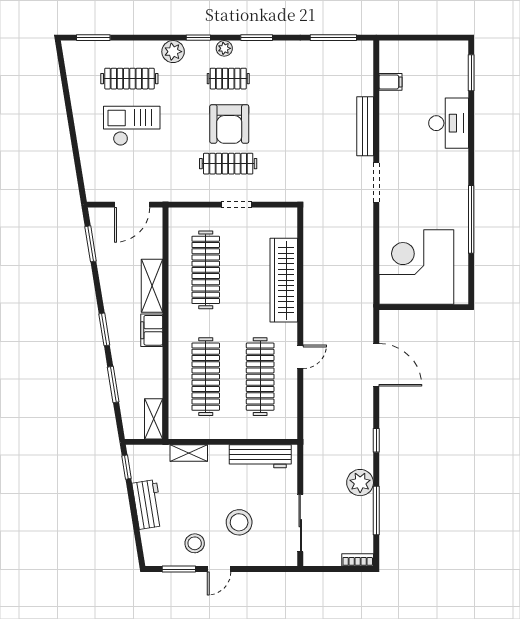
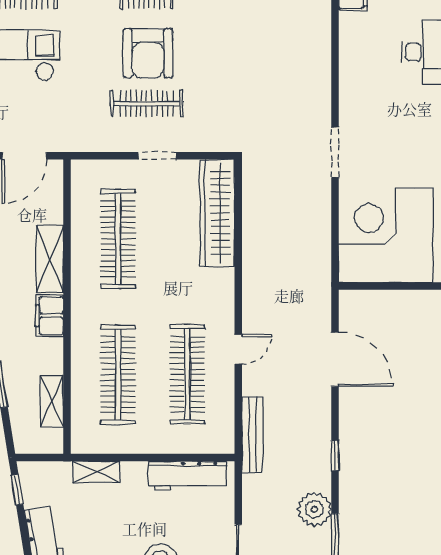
bench: (365, 126) -> (252, 435), moved
doorway: (376, 183) -> (335, 152), moved
wardrobe: (284, 280) -> (217, 213), moved
shelving: (154, 419) -> (52, 401), moved

